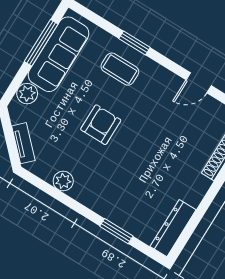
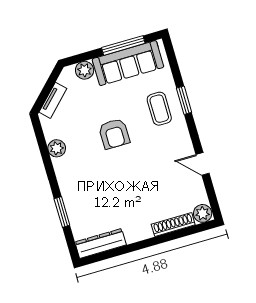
armchair: (101, 125) -> (114, 134), turned 90

